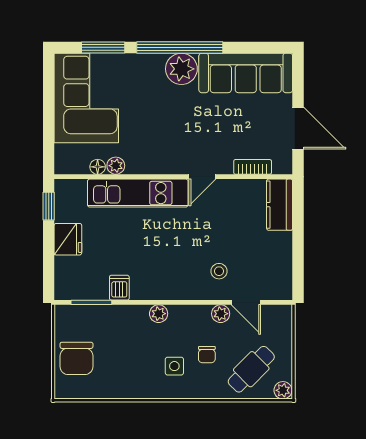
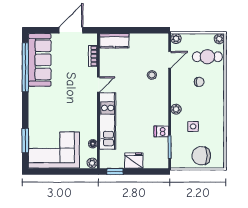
window: (180, 47) -> (25, 67), moved
plant: (181, 69) -> (37, 96), removed
plant: (116, 166) -> (92, 163), moved
door: (202, 177) -> (98, 84), hinge flipped
plant: (221, 314) -> (176, 39), moved
chair: (76, 358) -> (201, 156), turned 180
side table: (174, 366) -> (193, 126), moved
cafe table: (251, 369) -> (207, 57), turned -45

